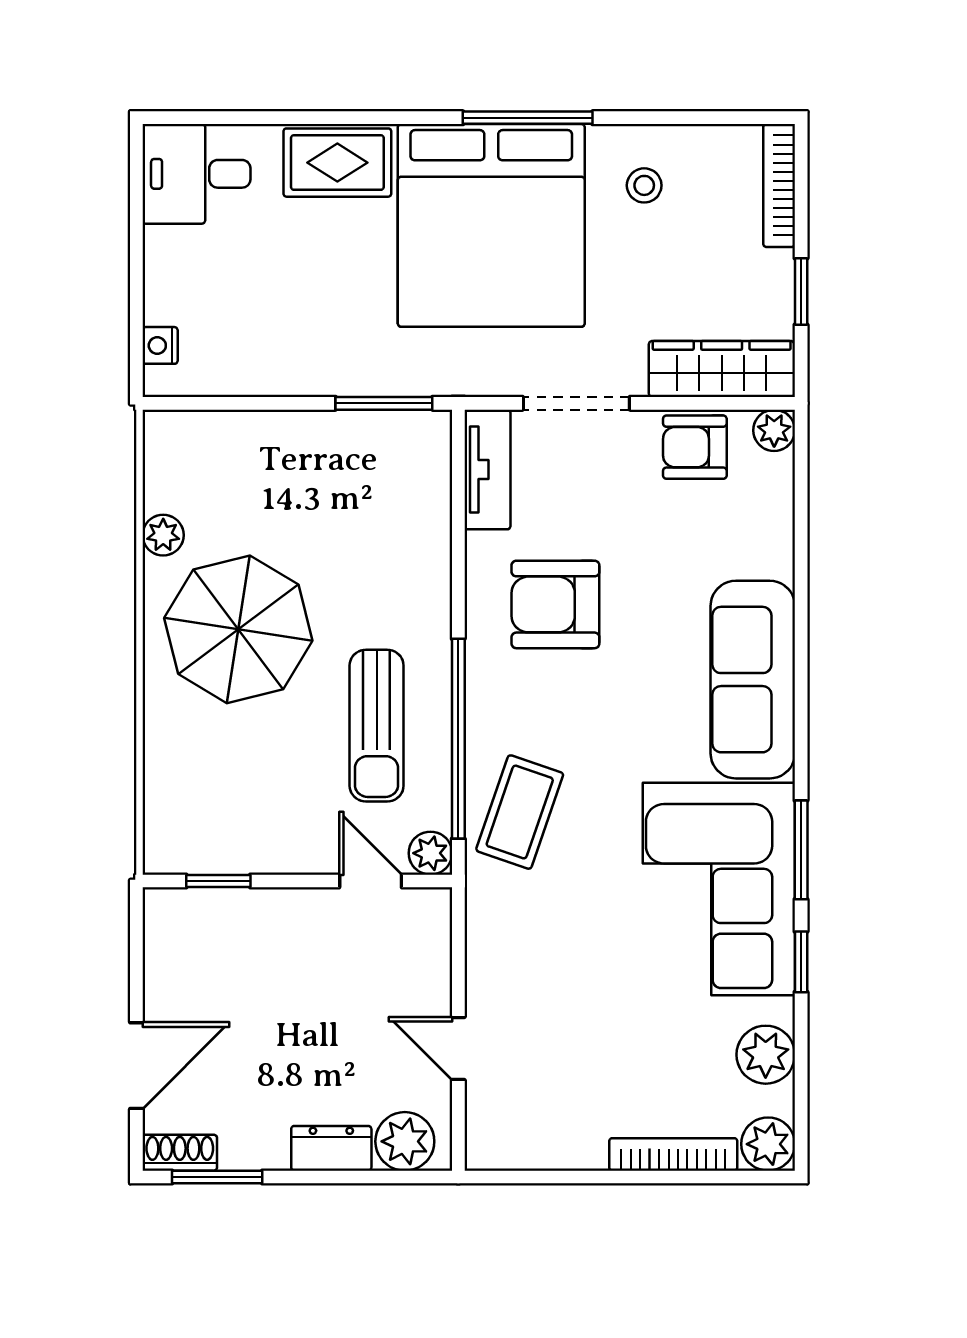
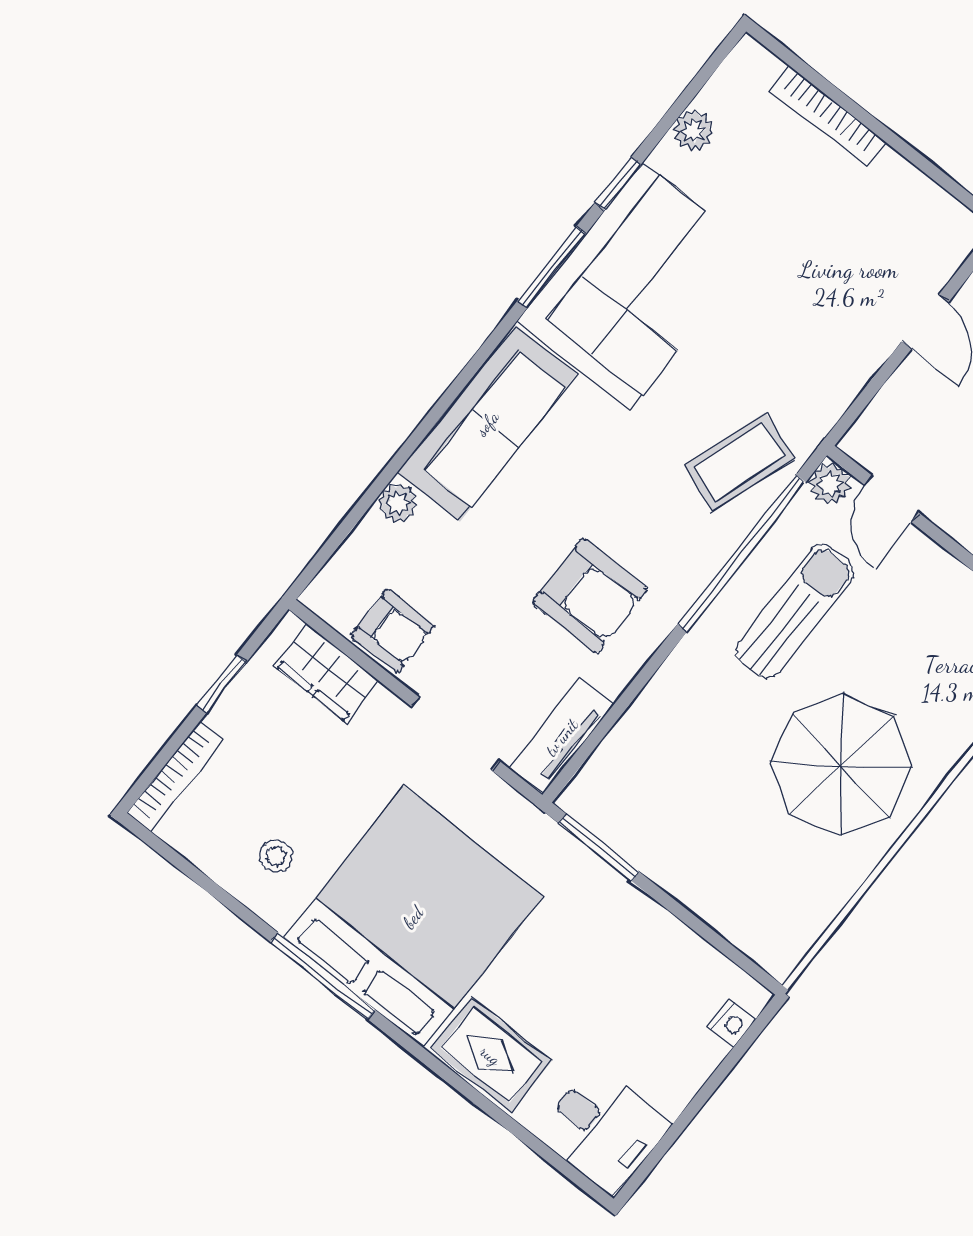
wardrobe: (722, 369) -> (326, 673), width x0.67
plant: (774, 430) -> (398, 503), moved
plant: (163, 535) -> (842, 880), removed
plant: (766, 1055) -> (693, 131), width x0.73, depth x0.73
plant: (768, 1144) -> (750, 67), removed

